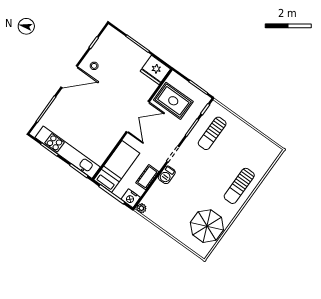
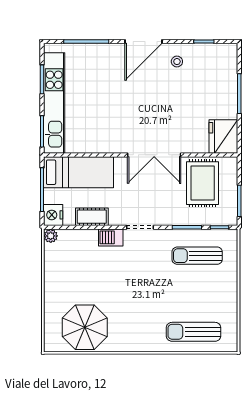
door: (69, 77) -> (144, 42), hinge flipped
sun lounger: (239, 186) -> (194, 332), moved

